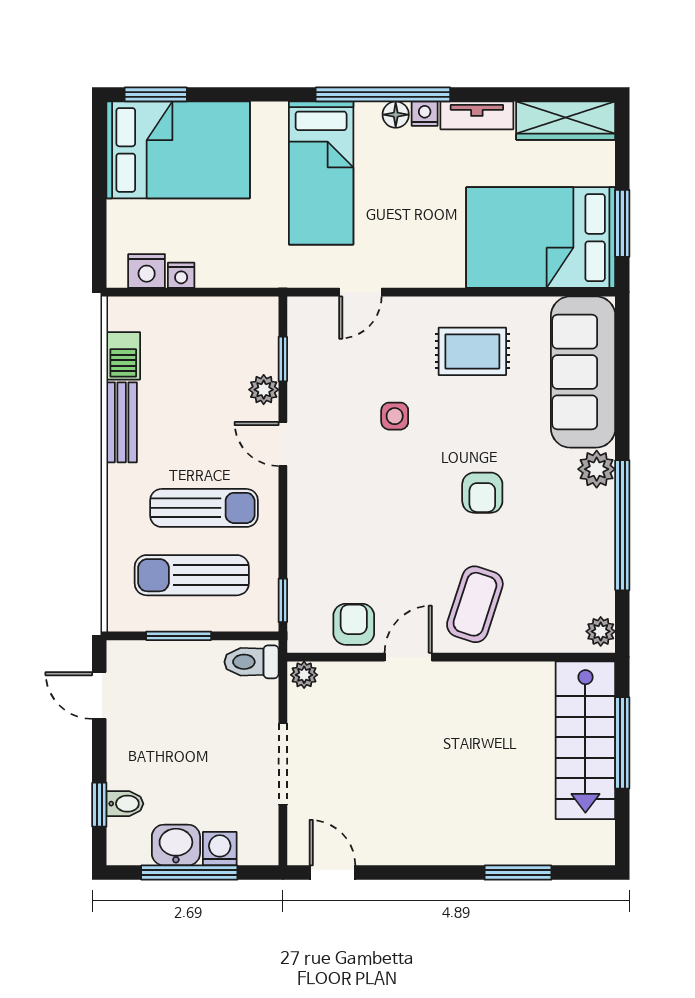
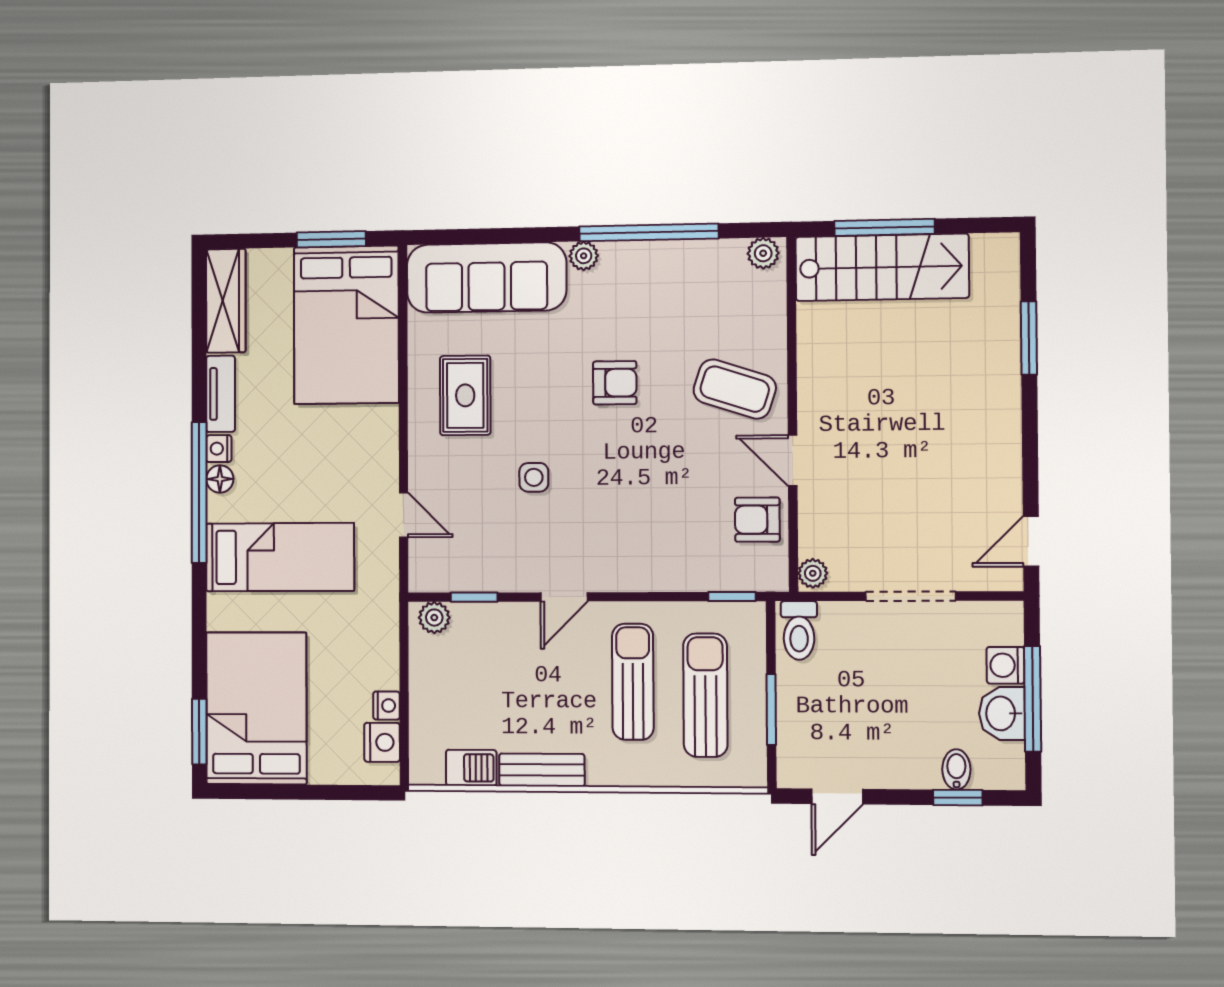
plant: (264, 390) -> (434, 618), moved
plant: (597, 469) -> (584, 256), width x0.73, depth x0.73
sun lounger: (192, 575) -> (705, 695), turned 180

